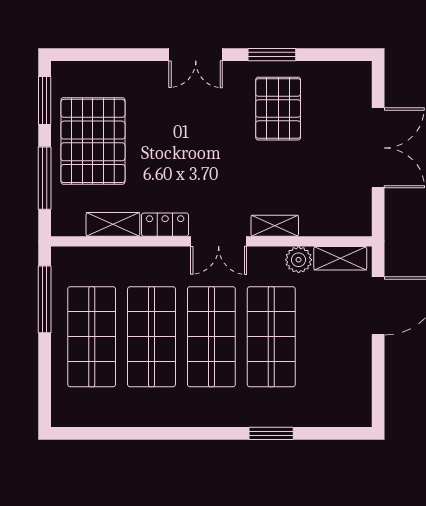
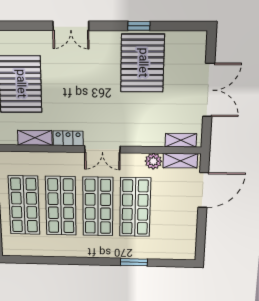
double door: (196, 55) -> (71, 26), moved
window: (272, 55) -> (139, 26), width x0.67
pallet: (278, 109) -> (142, 63), width x1.37, depth x1.41
shelving: (275, 226) -> (181, 140), moved

